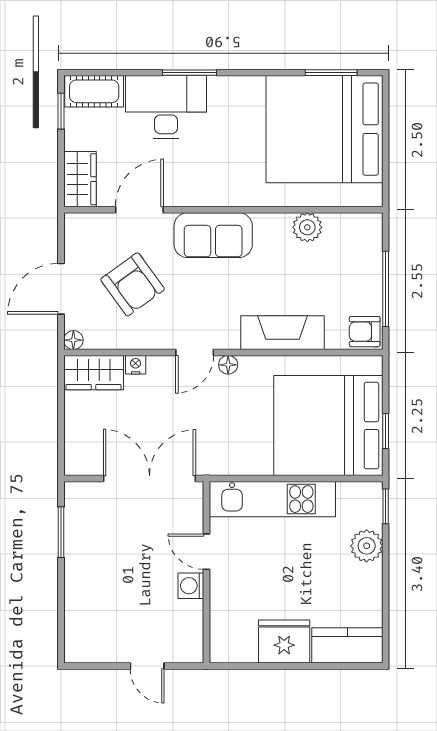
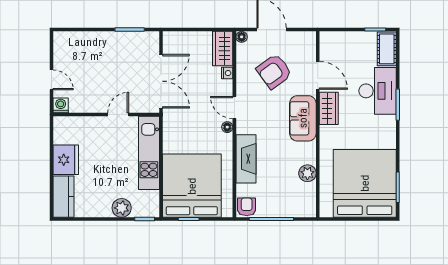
wardrobe: (80, 179) -> (329, 108), moved, turned -90
washing machine: (191, 586) -> (61, 105), moved
door: (147, 666) -> (51, 80), swing flipped

